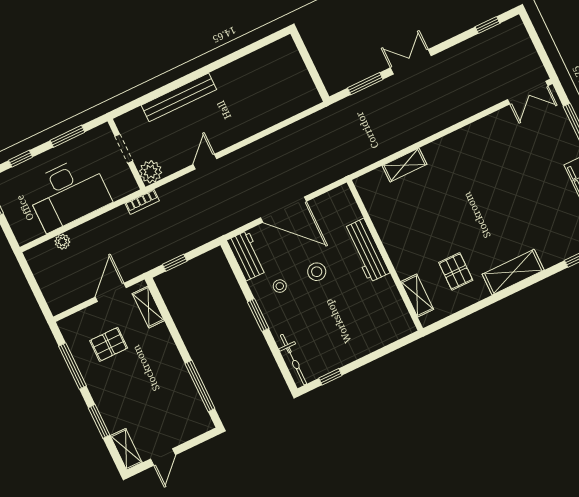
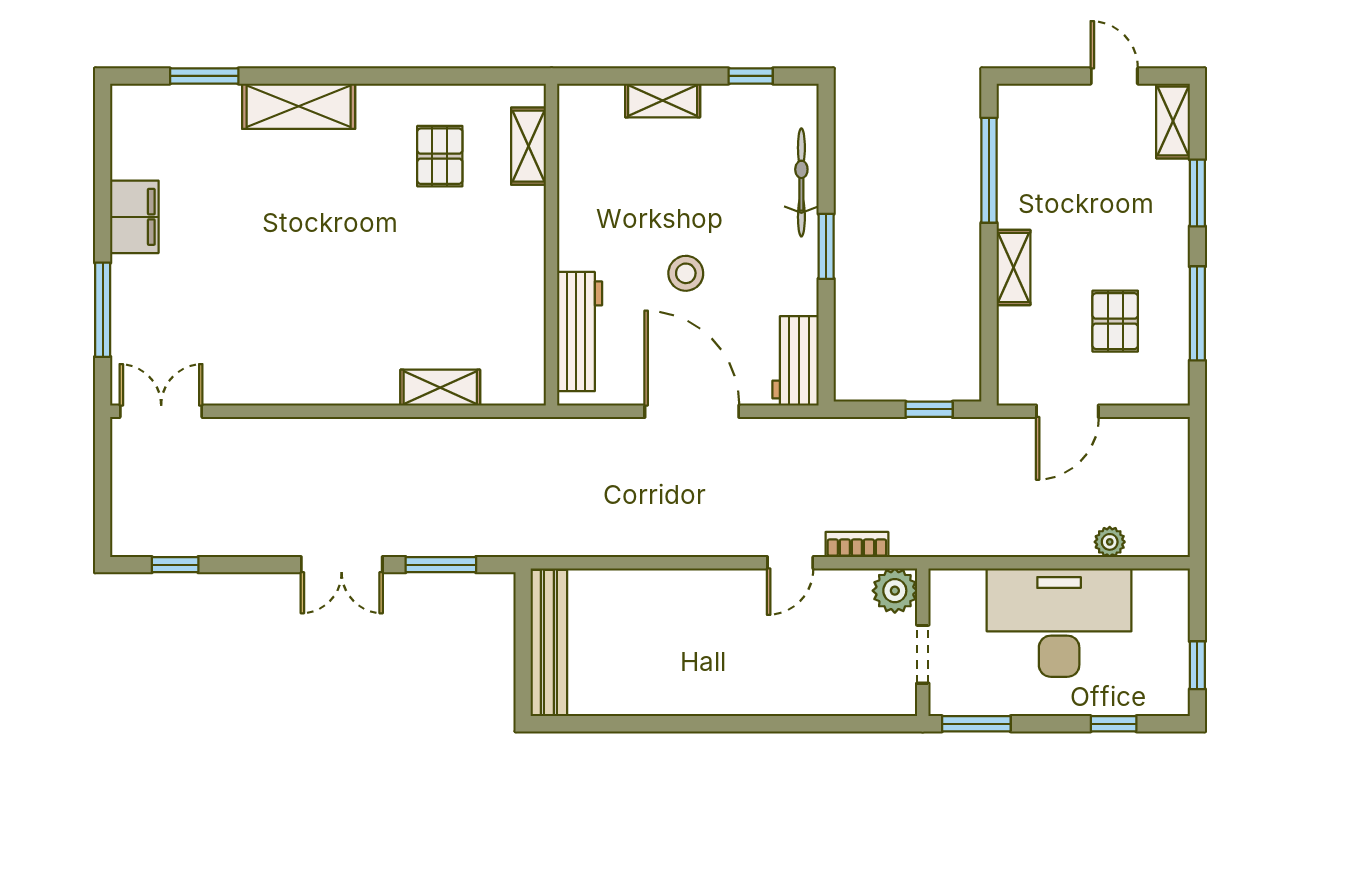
bench: (179, 97) -> (549, 643), moved, turned 90
window: (68, 136) -> (976, 724), moved
bookcase: (142, 202) -> (857, 545), moved
workbench: (367, 250) -> (580, 332), moved
shelving: (513, 272) -> (299, 106), moved
stool: (280, 286) -> (763, 279), removed
shelving: (148, 307) -> (1013, 267), moved
pallet: (109, 344) -> (1115, 321), turned 90
shelving: (366, 346) -> (663, 100), added
bicycle: (293, 360) -> (801, 182), moved
door: (163, 457) -> (1114, 76), hinge flipped

